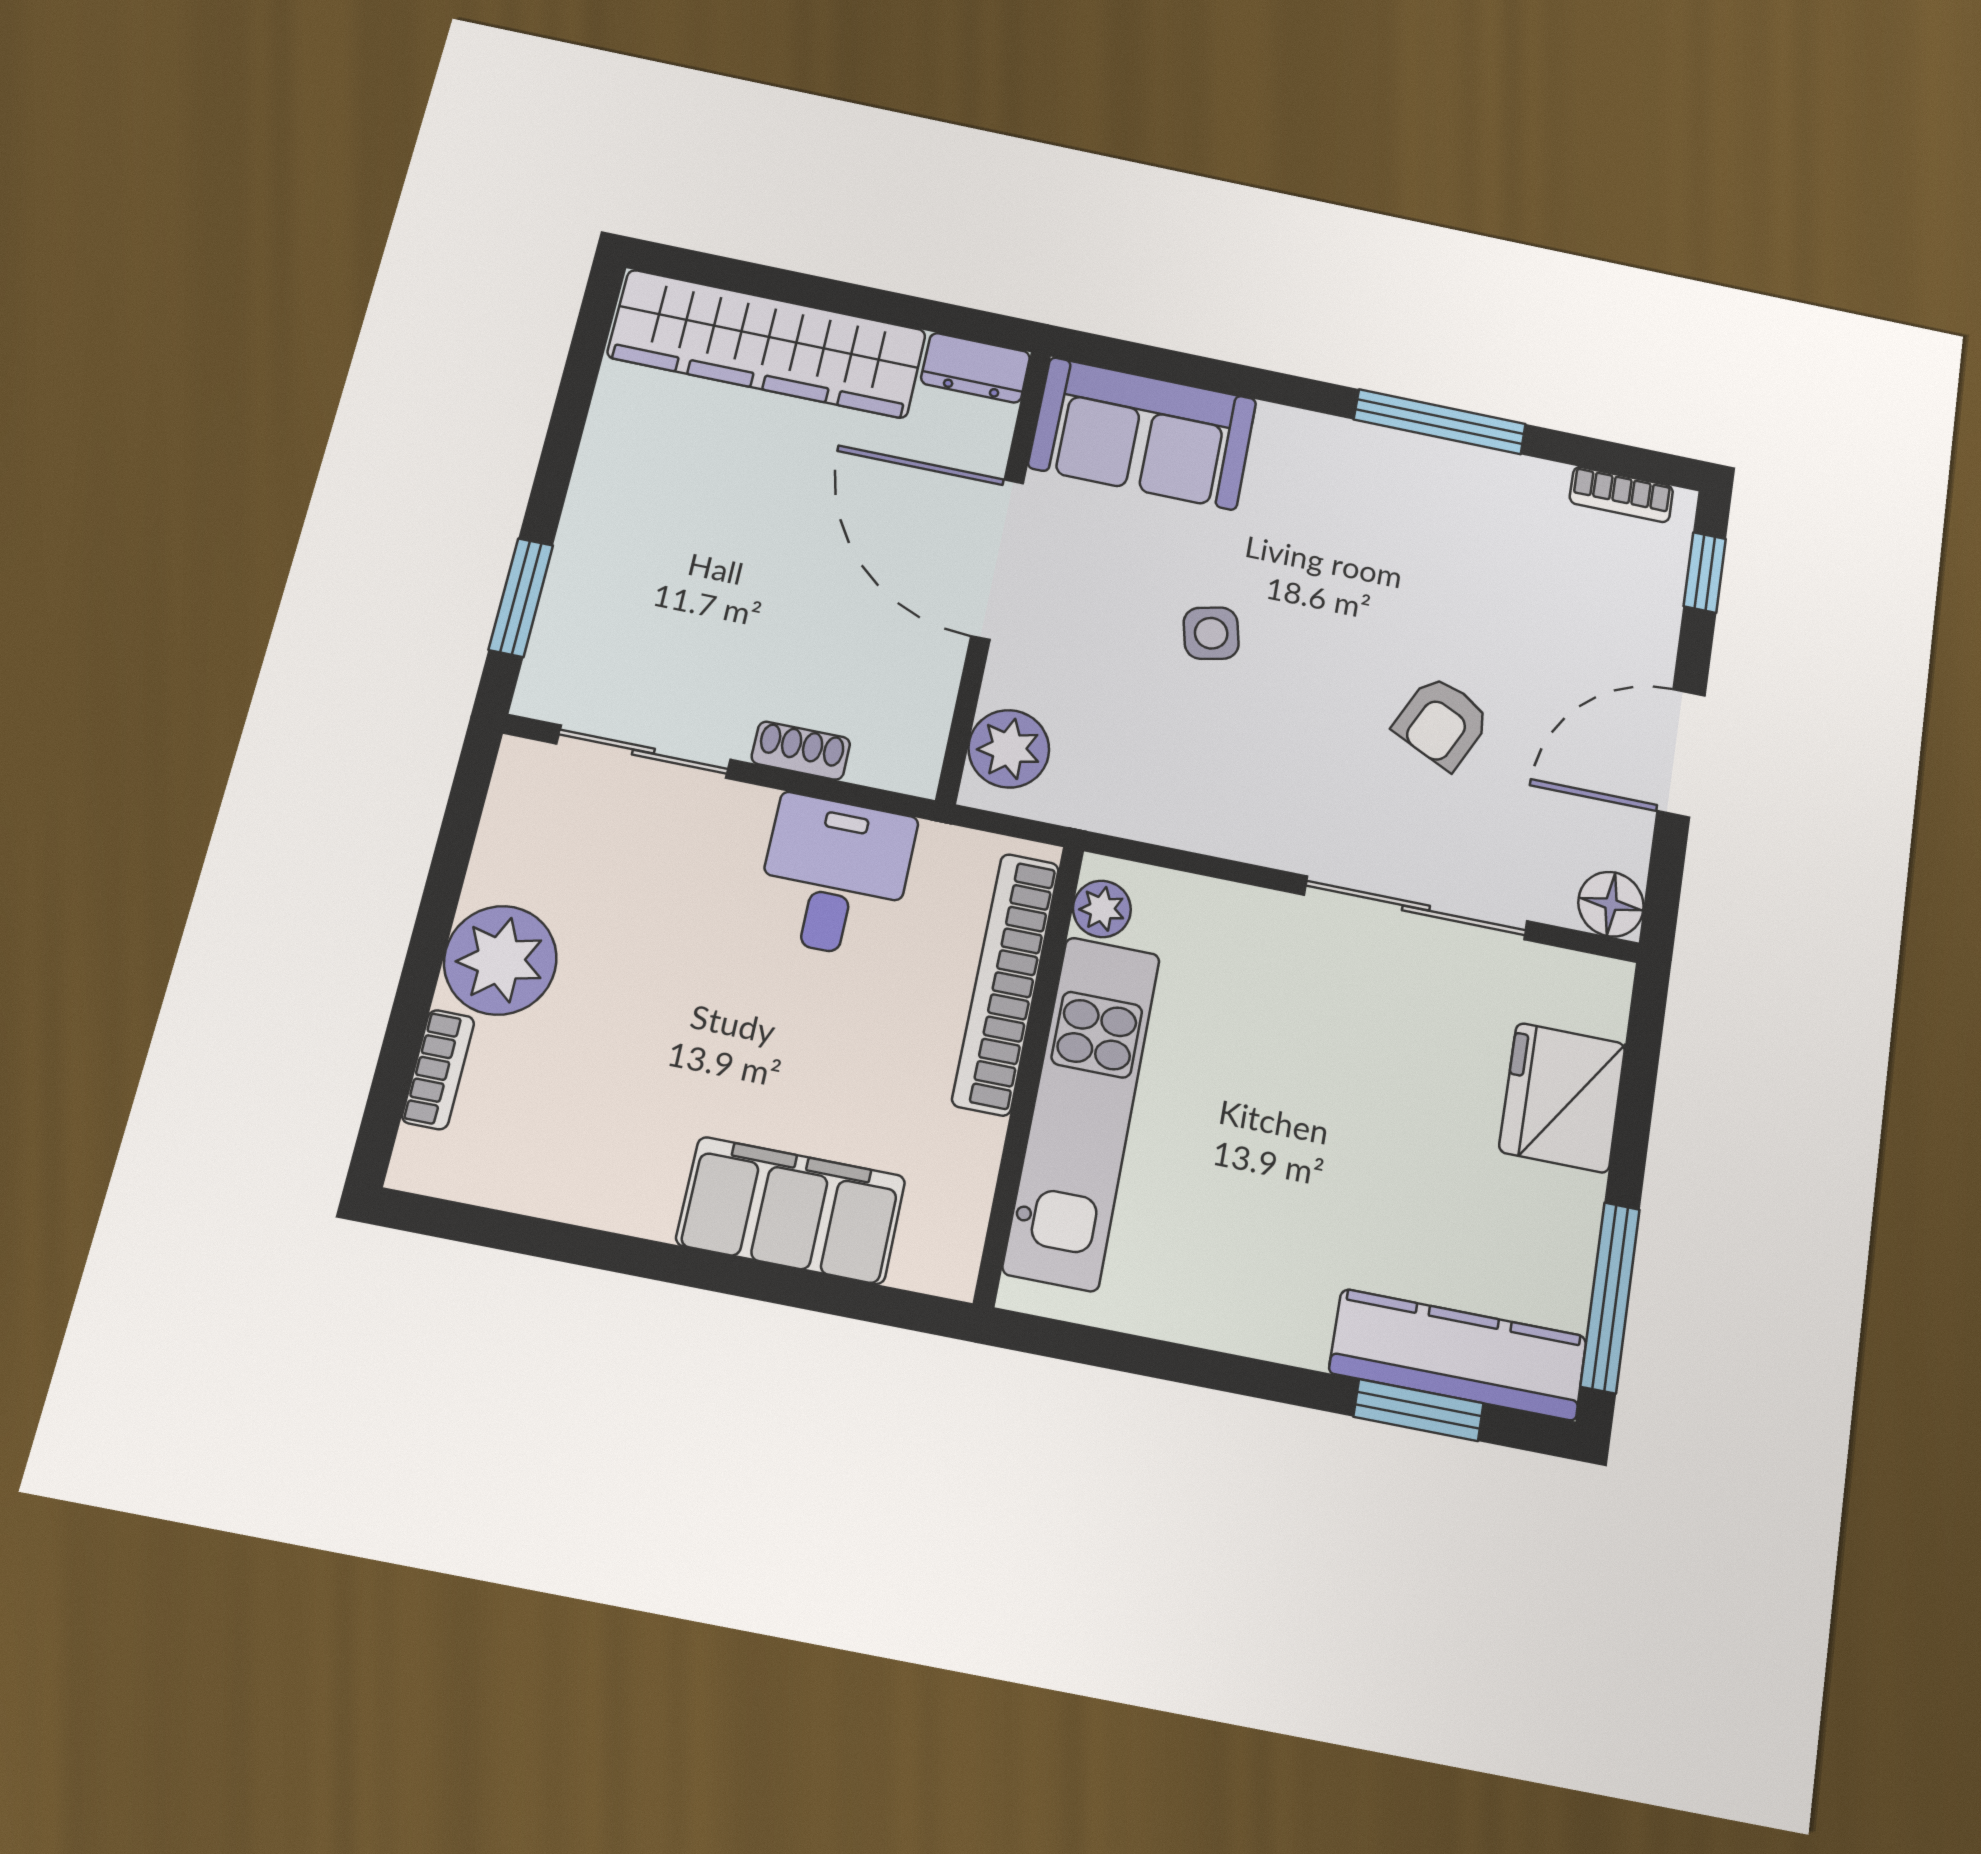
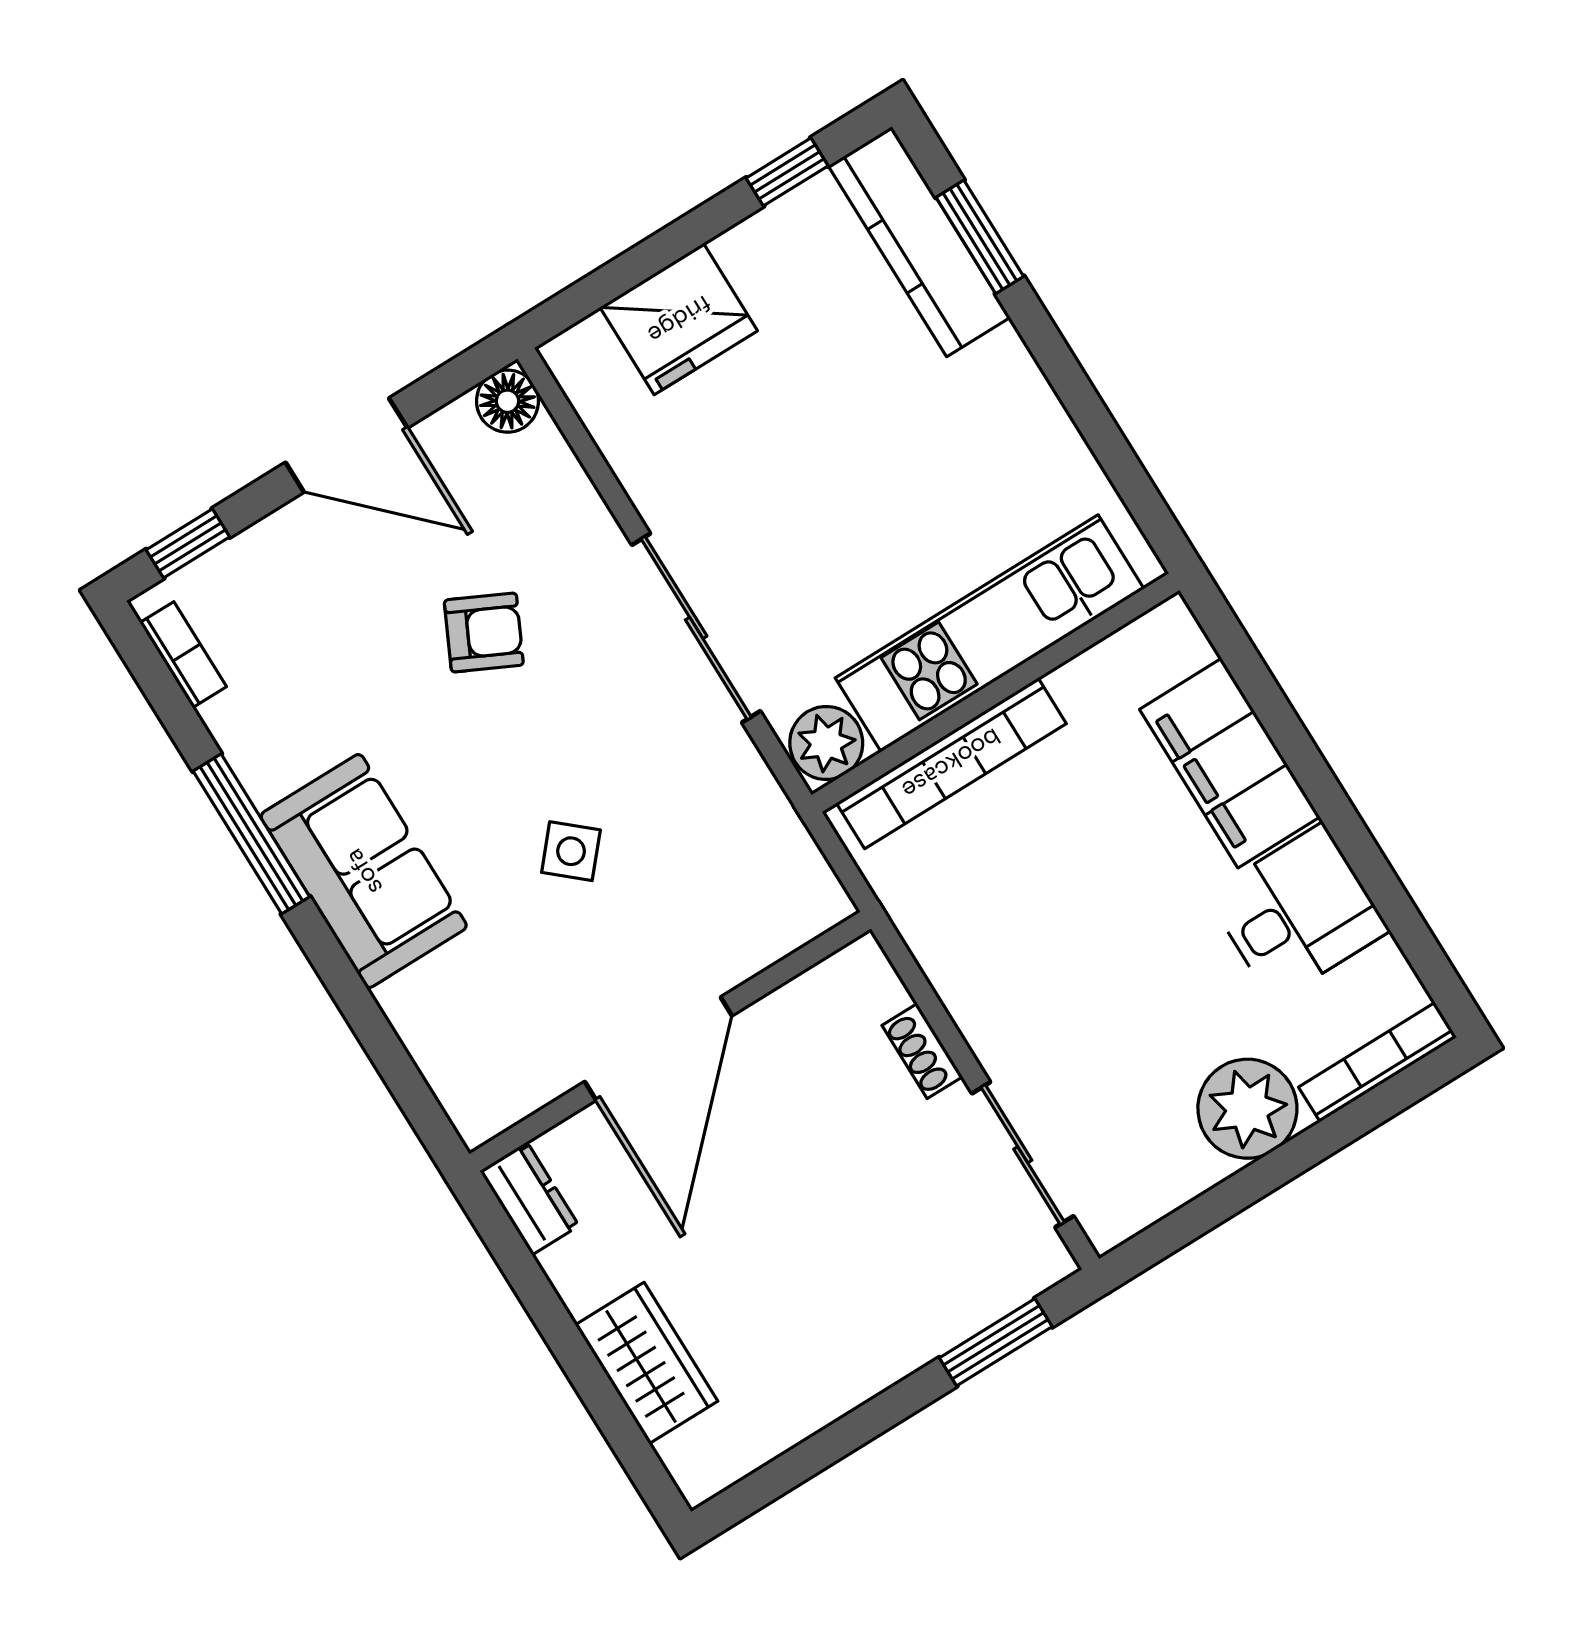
wardrobe: (767, 344) -> (647, 1363), width x0.48, depth x0.85
sofa: (1143, 433) -> (364, 871), moved
side table: (1211, 633) -> (571, 851), turned -36
plant: (1009, 749) -> (788, 913), removed
desk: (835, 876) -> (1298, 913), moved, turned 180
sliding door: (1416, 908) -> (696, 628), moved
plant: (1102, 909) -> (826, 743), width x1.38, depth x1.38
bookcase: (438, 1069) -> (1377, 1062), width x1.56
window: (1610, 1297) -> (787, 172), width x0.46

